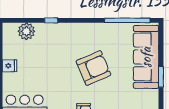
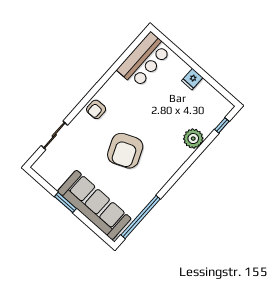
window: (51, 20) -> (222, 125), moved
plant: (26, 31) -> (193, 139), moved

